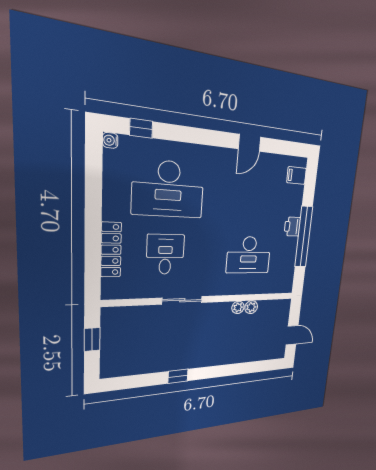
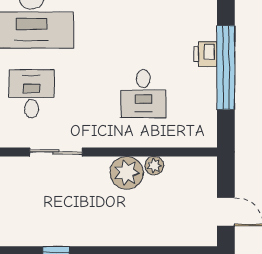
desk: (249, 255) -> (143, 94), width x0.73
plant: (238, 307) -> (127, 173), width x1.87, depth x1.87

